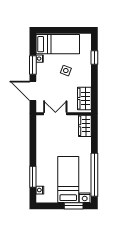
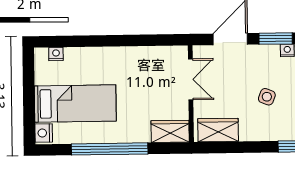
window: (94, 175) -> (110, 149), moved
window: (33, 177) -> (79, 41), removed
window: (74, 206) -> (29, 114), removed

